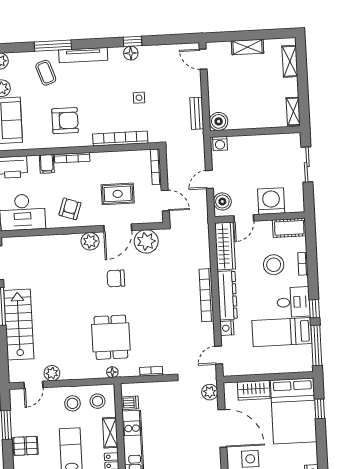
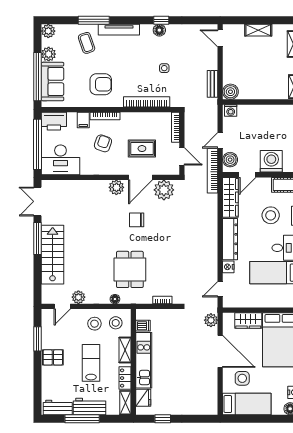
armchair: (70, 209) -> (103, 143), moved
bookcase: (206, 295) -> (213, 171), moved
floor lamp: (112, 372) -> (115, 299), moved

